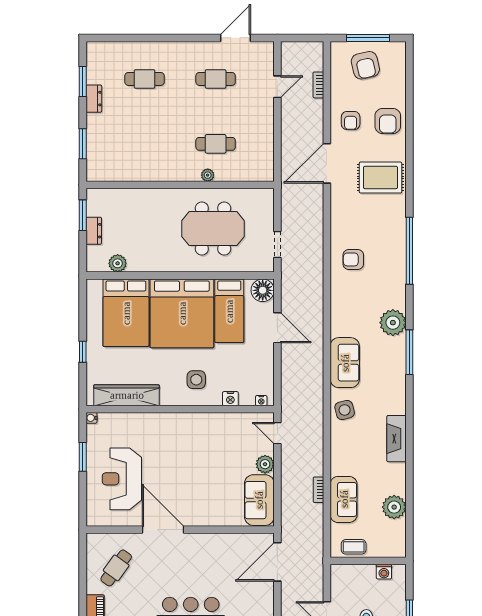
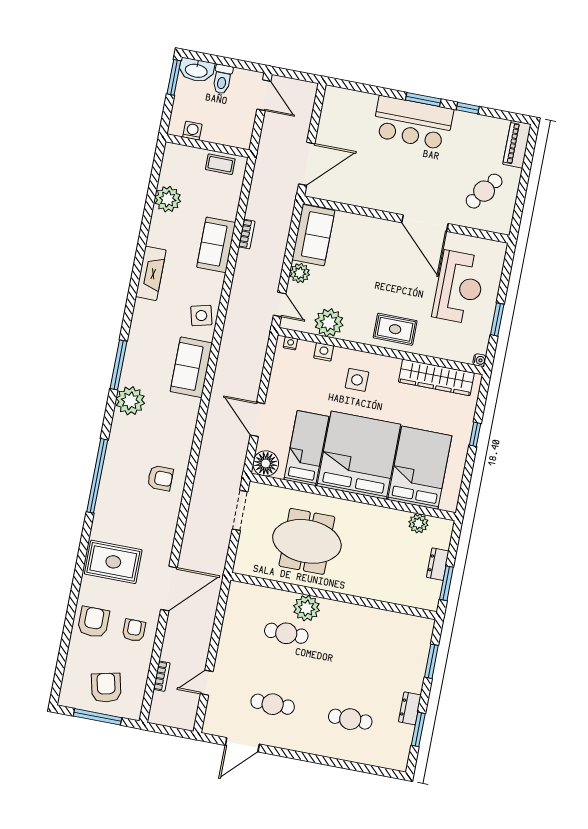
plant: (208, 175) -> (306, 608), width x1.87, depth x1.87
doorway: (277, 244) -> (240, 510), width x1.38
plant: (231, 425) -> (329, 323), added
rug: (171, 431) -> (395, 329), added
sofa: (344, 499) -> (216, 245), moved

